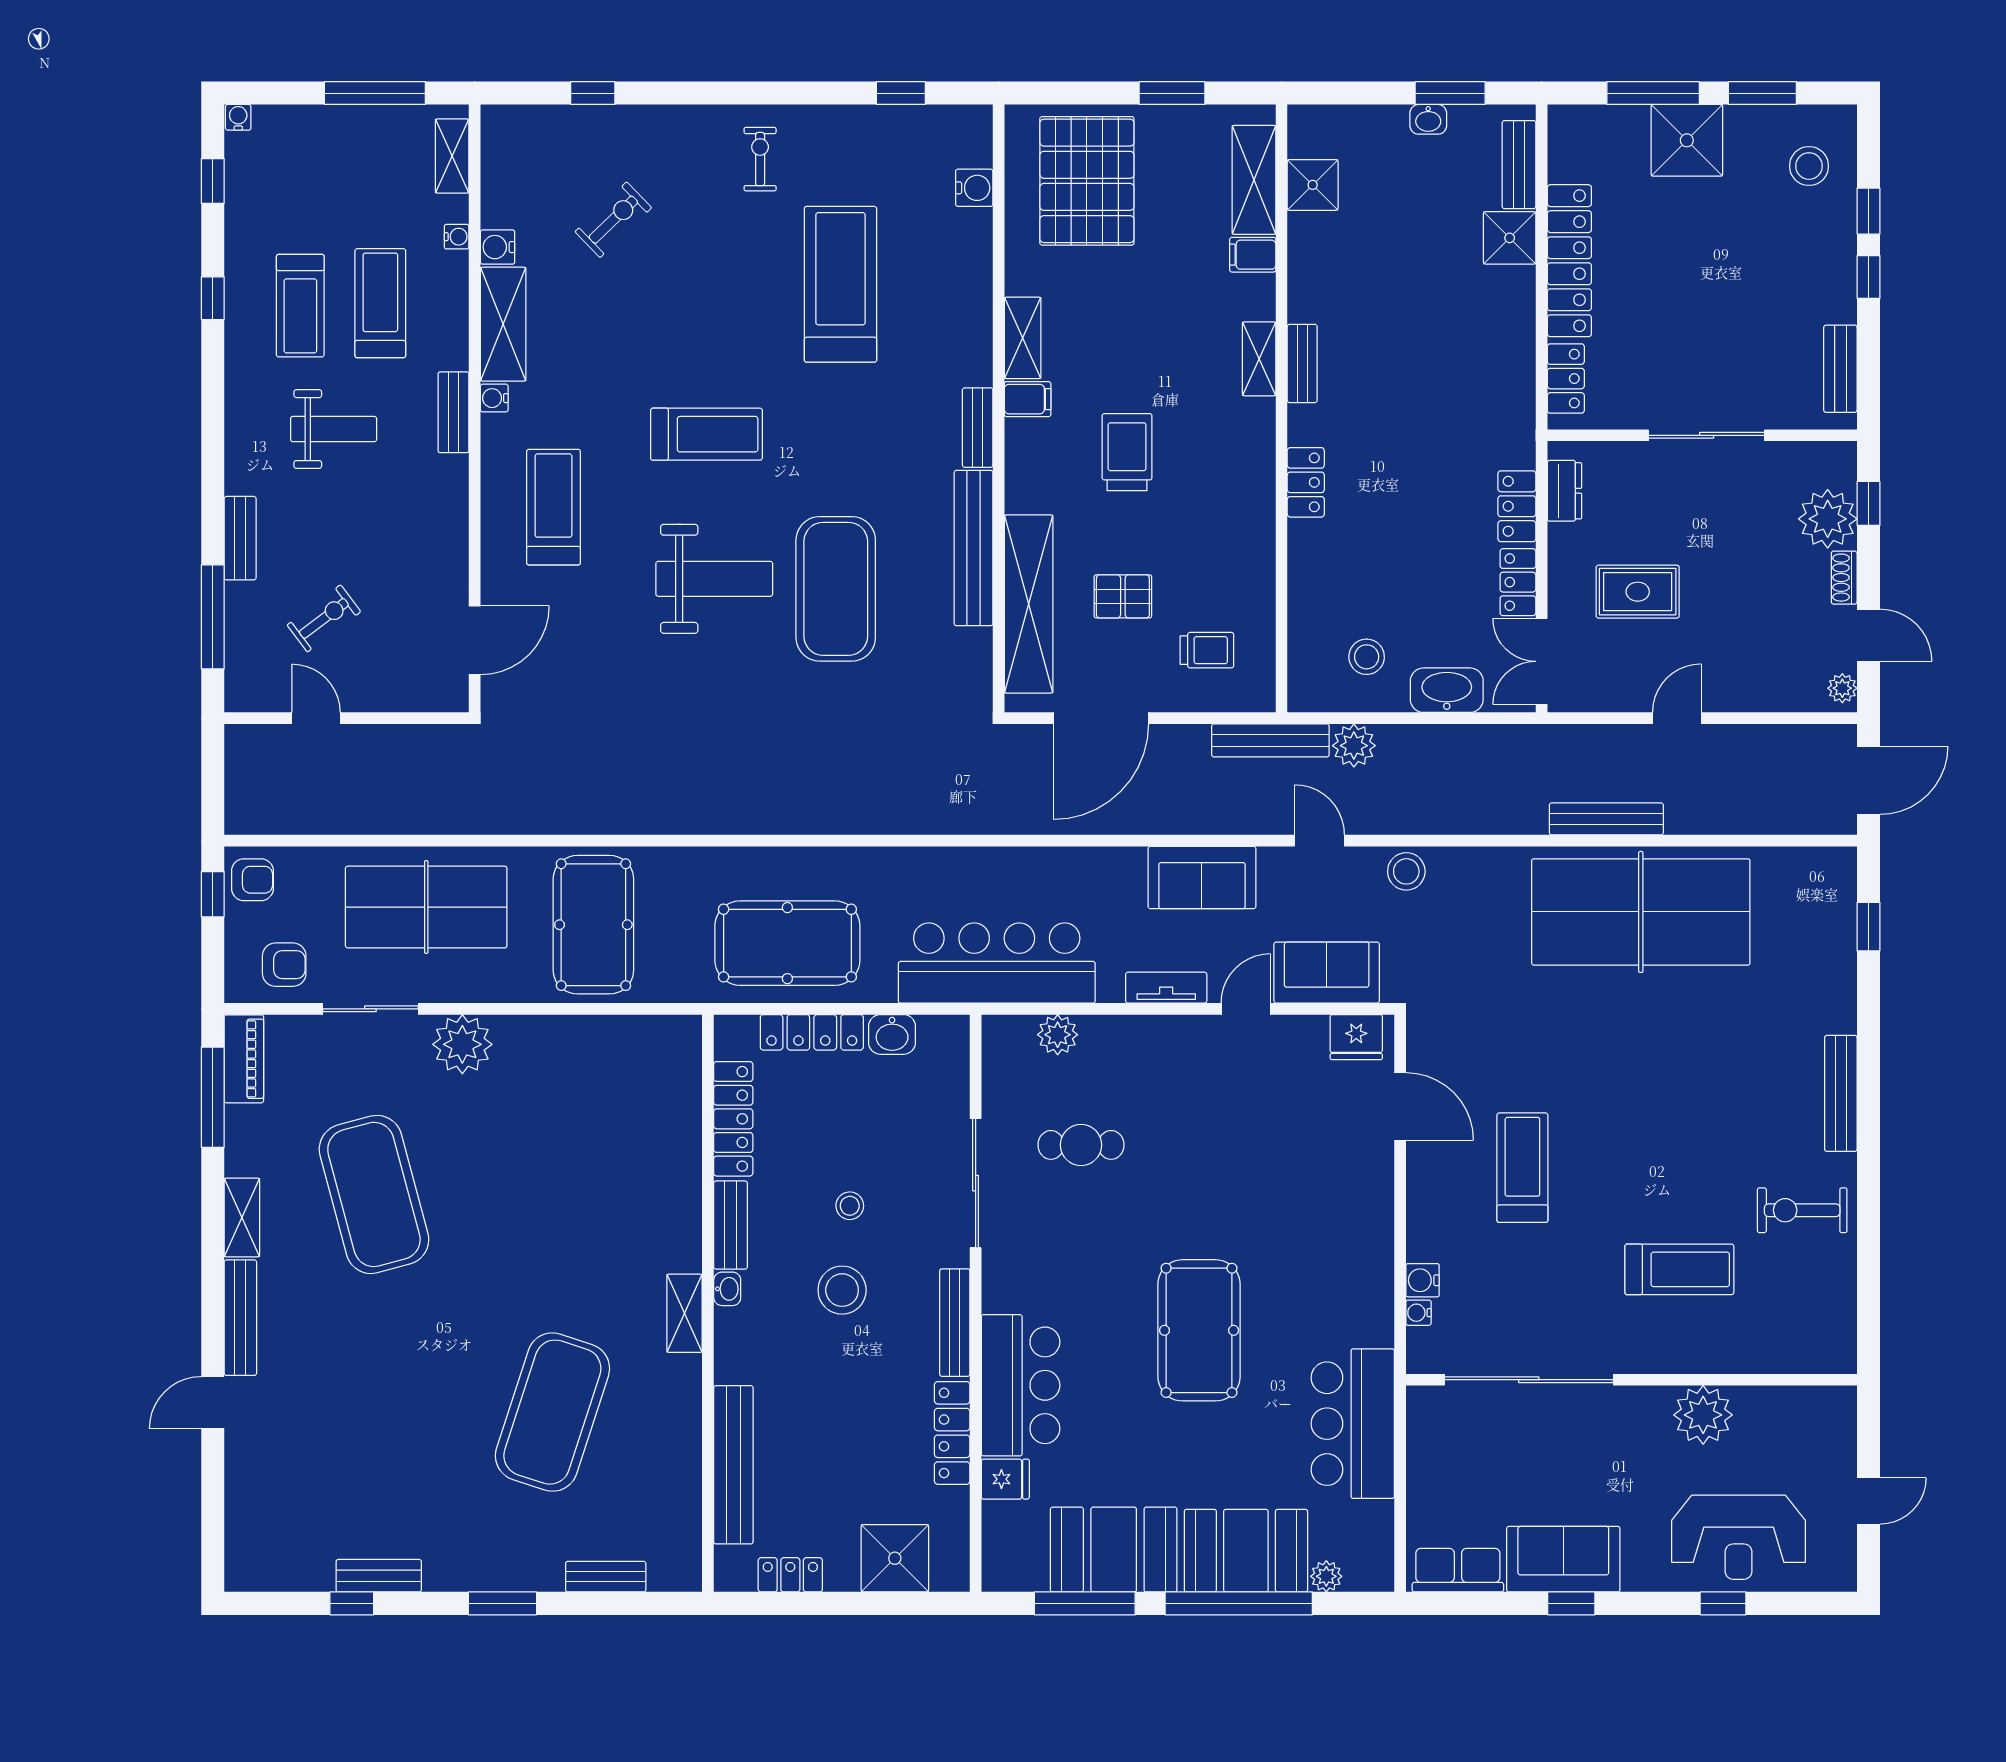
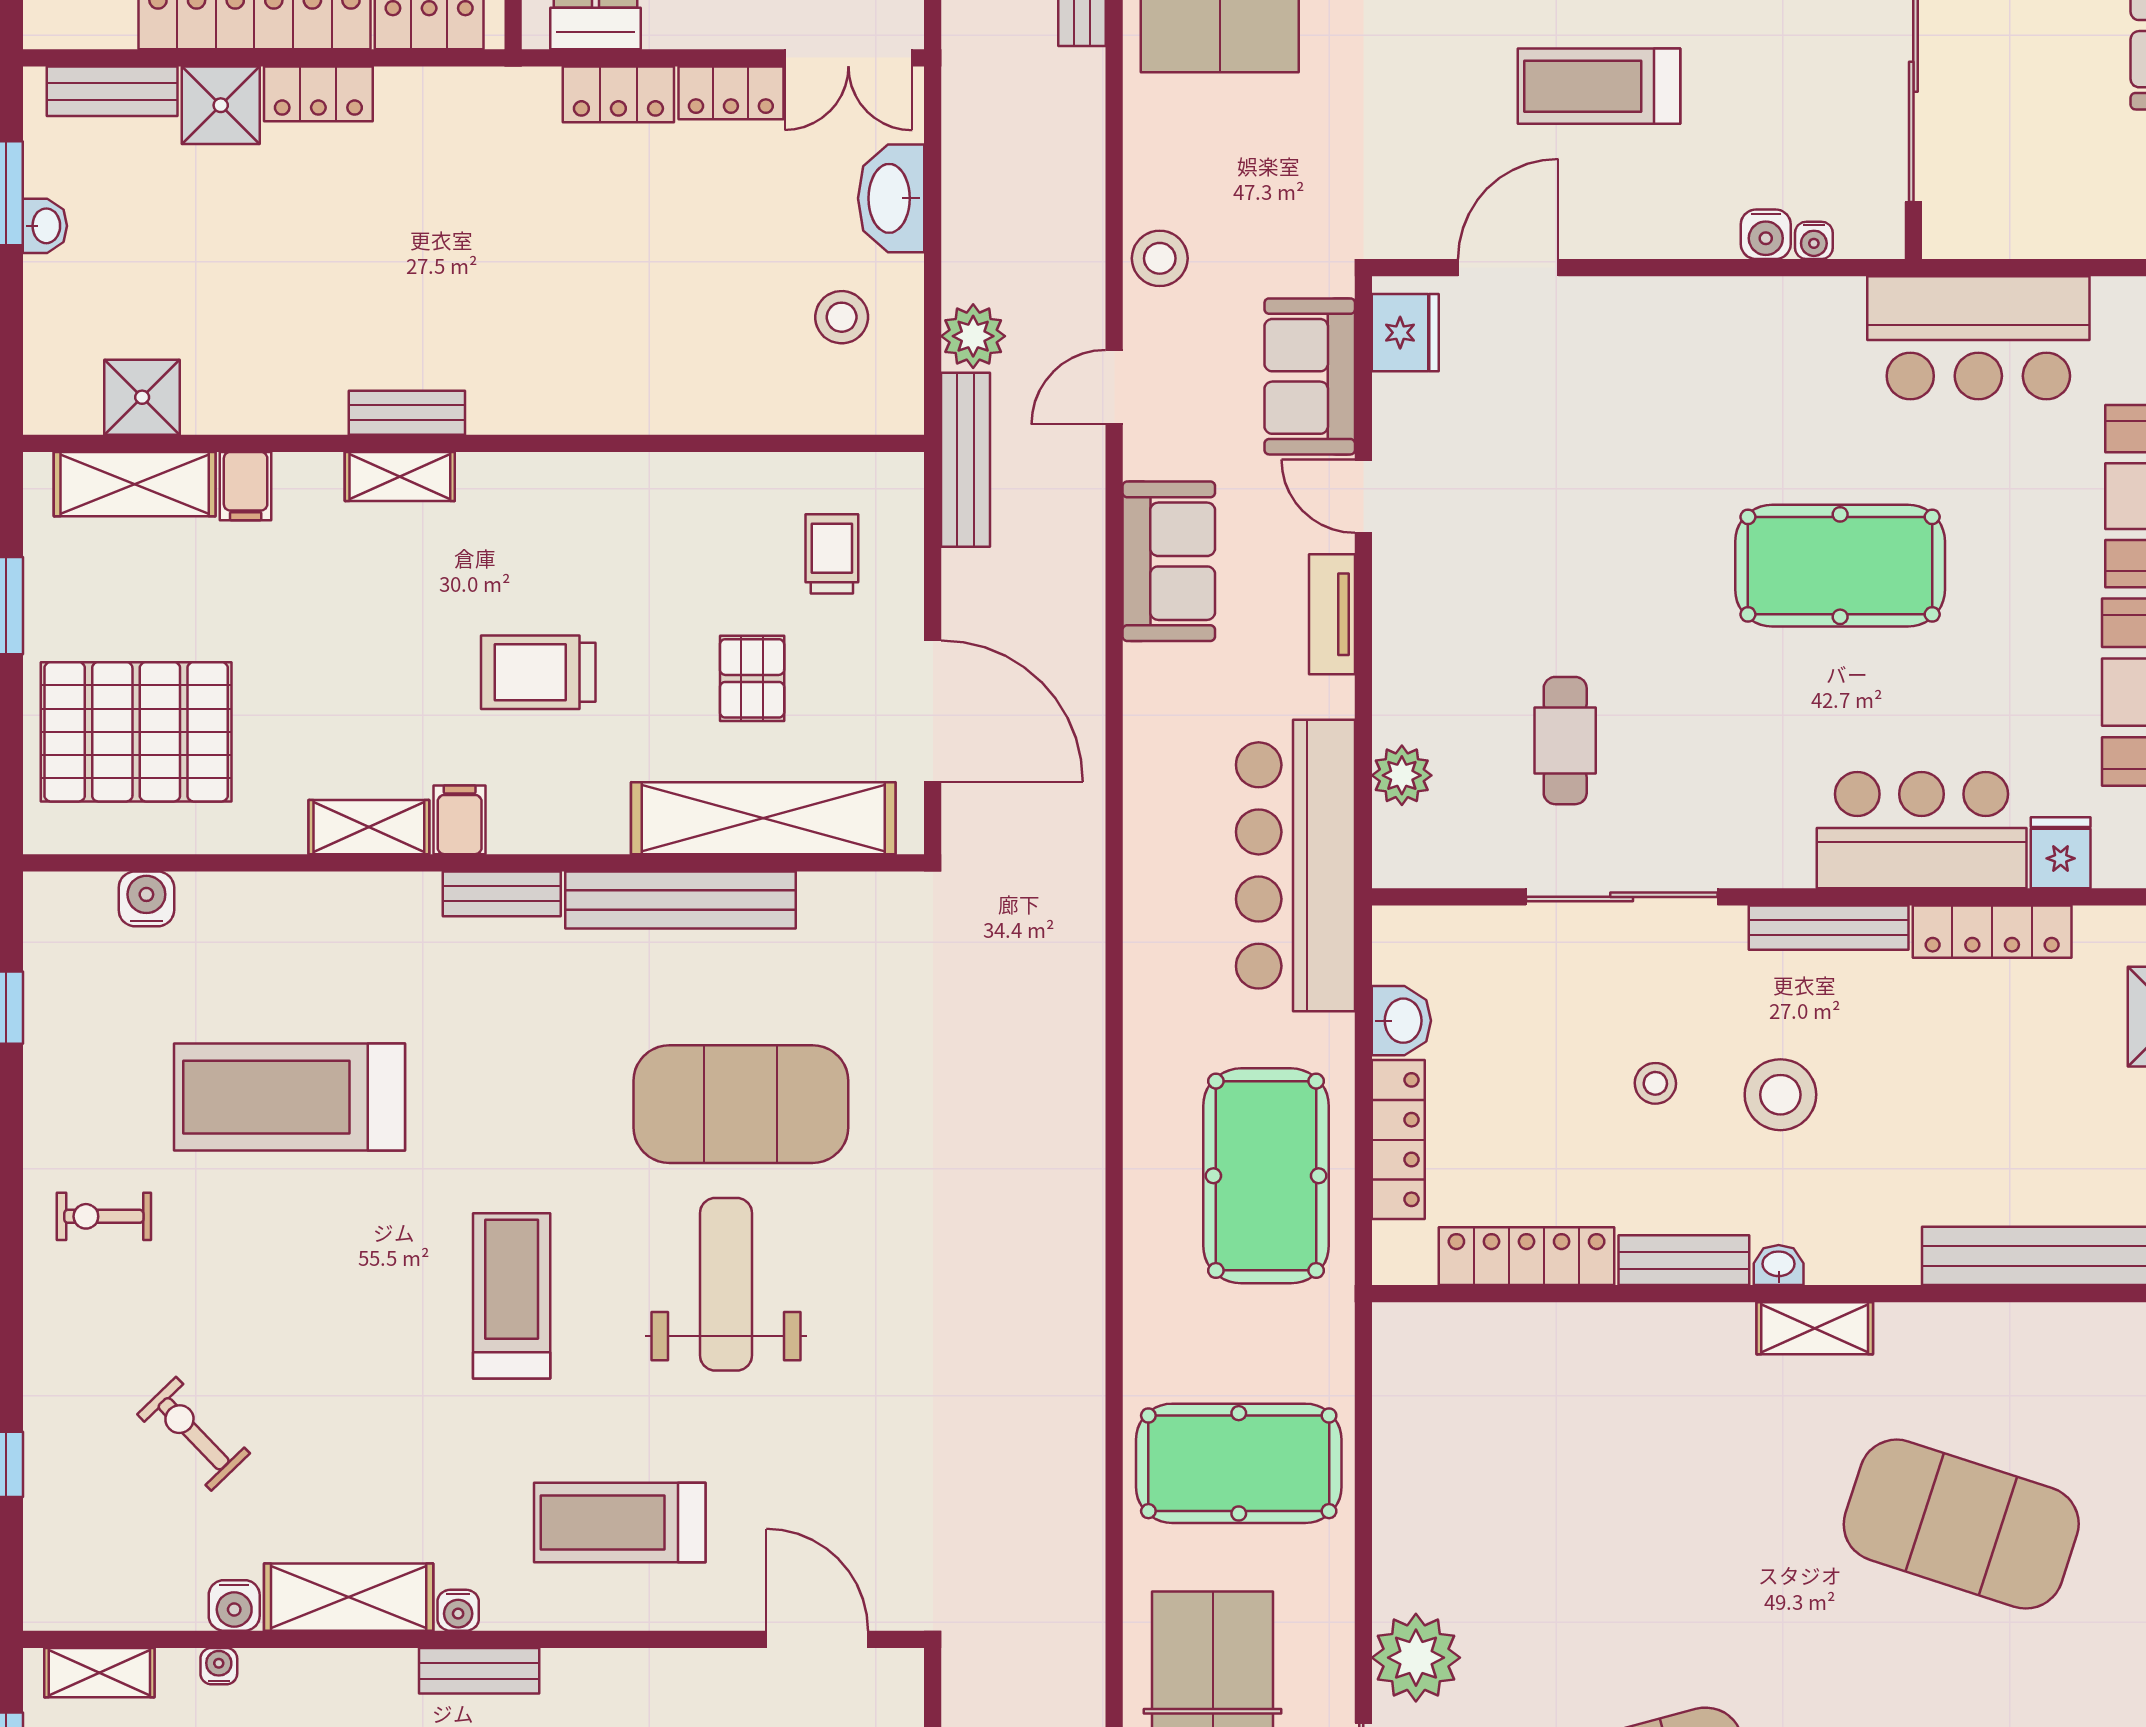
locker: (1306, 482) -> (318, 94), moved, turned 180

